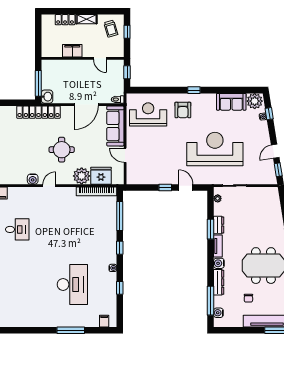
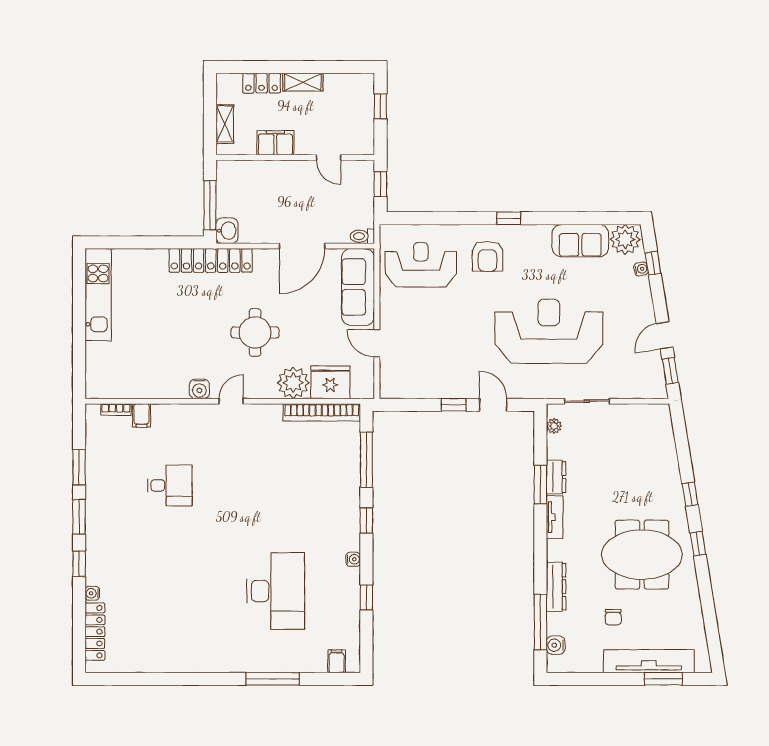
trolley: (111, 29) -> (349, 100), removed
shelving: (46, 41) -> (225, 124), added
water cooler: (219, 263) -> (557, 550), removed

